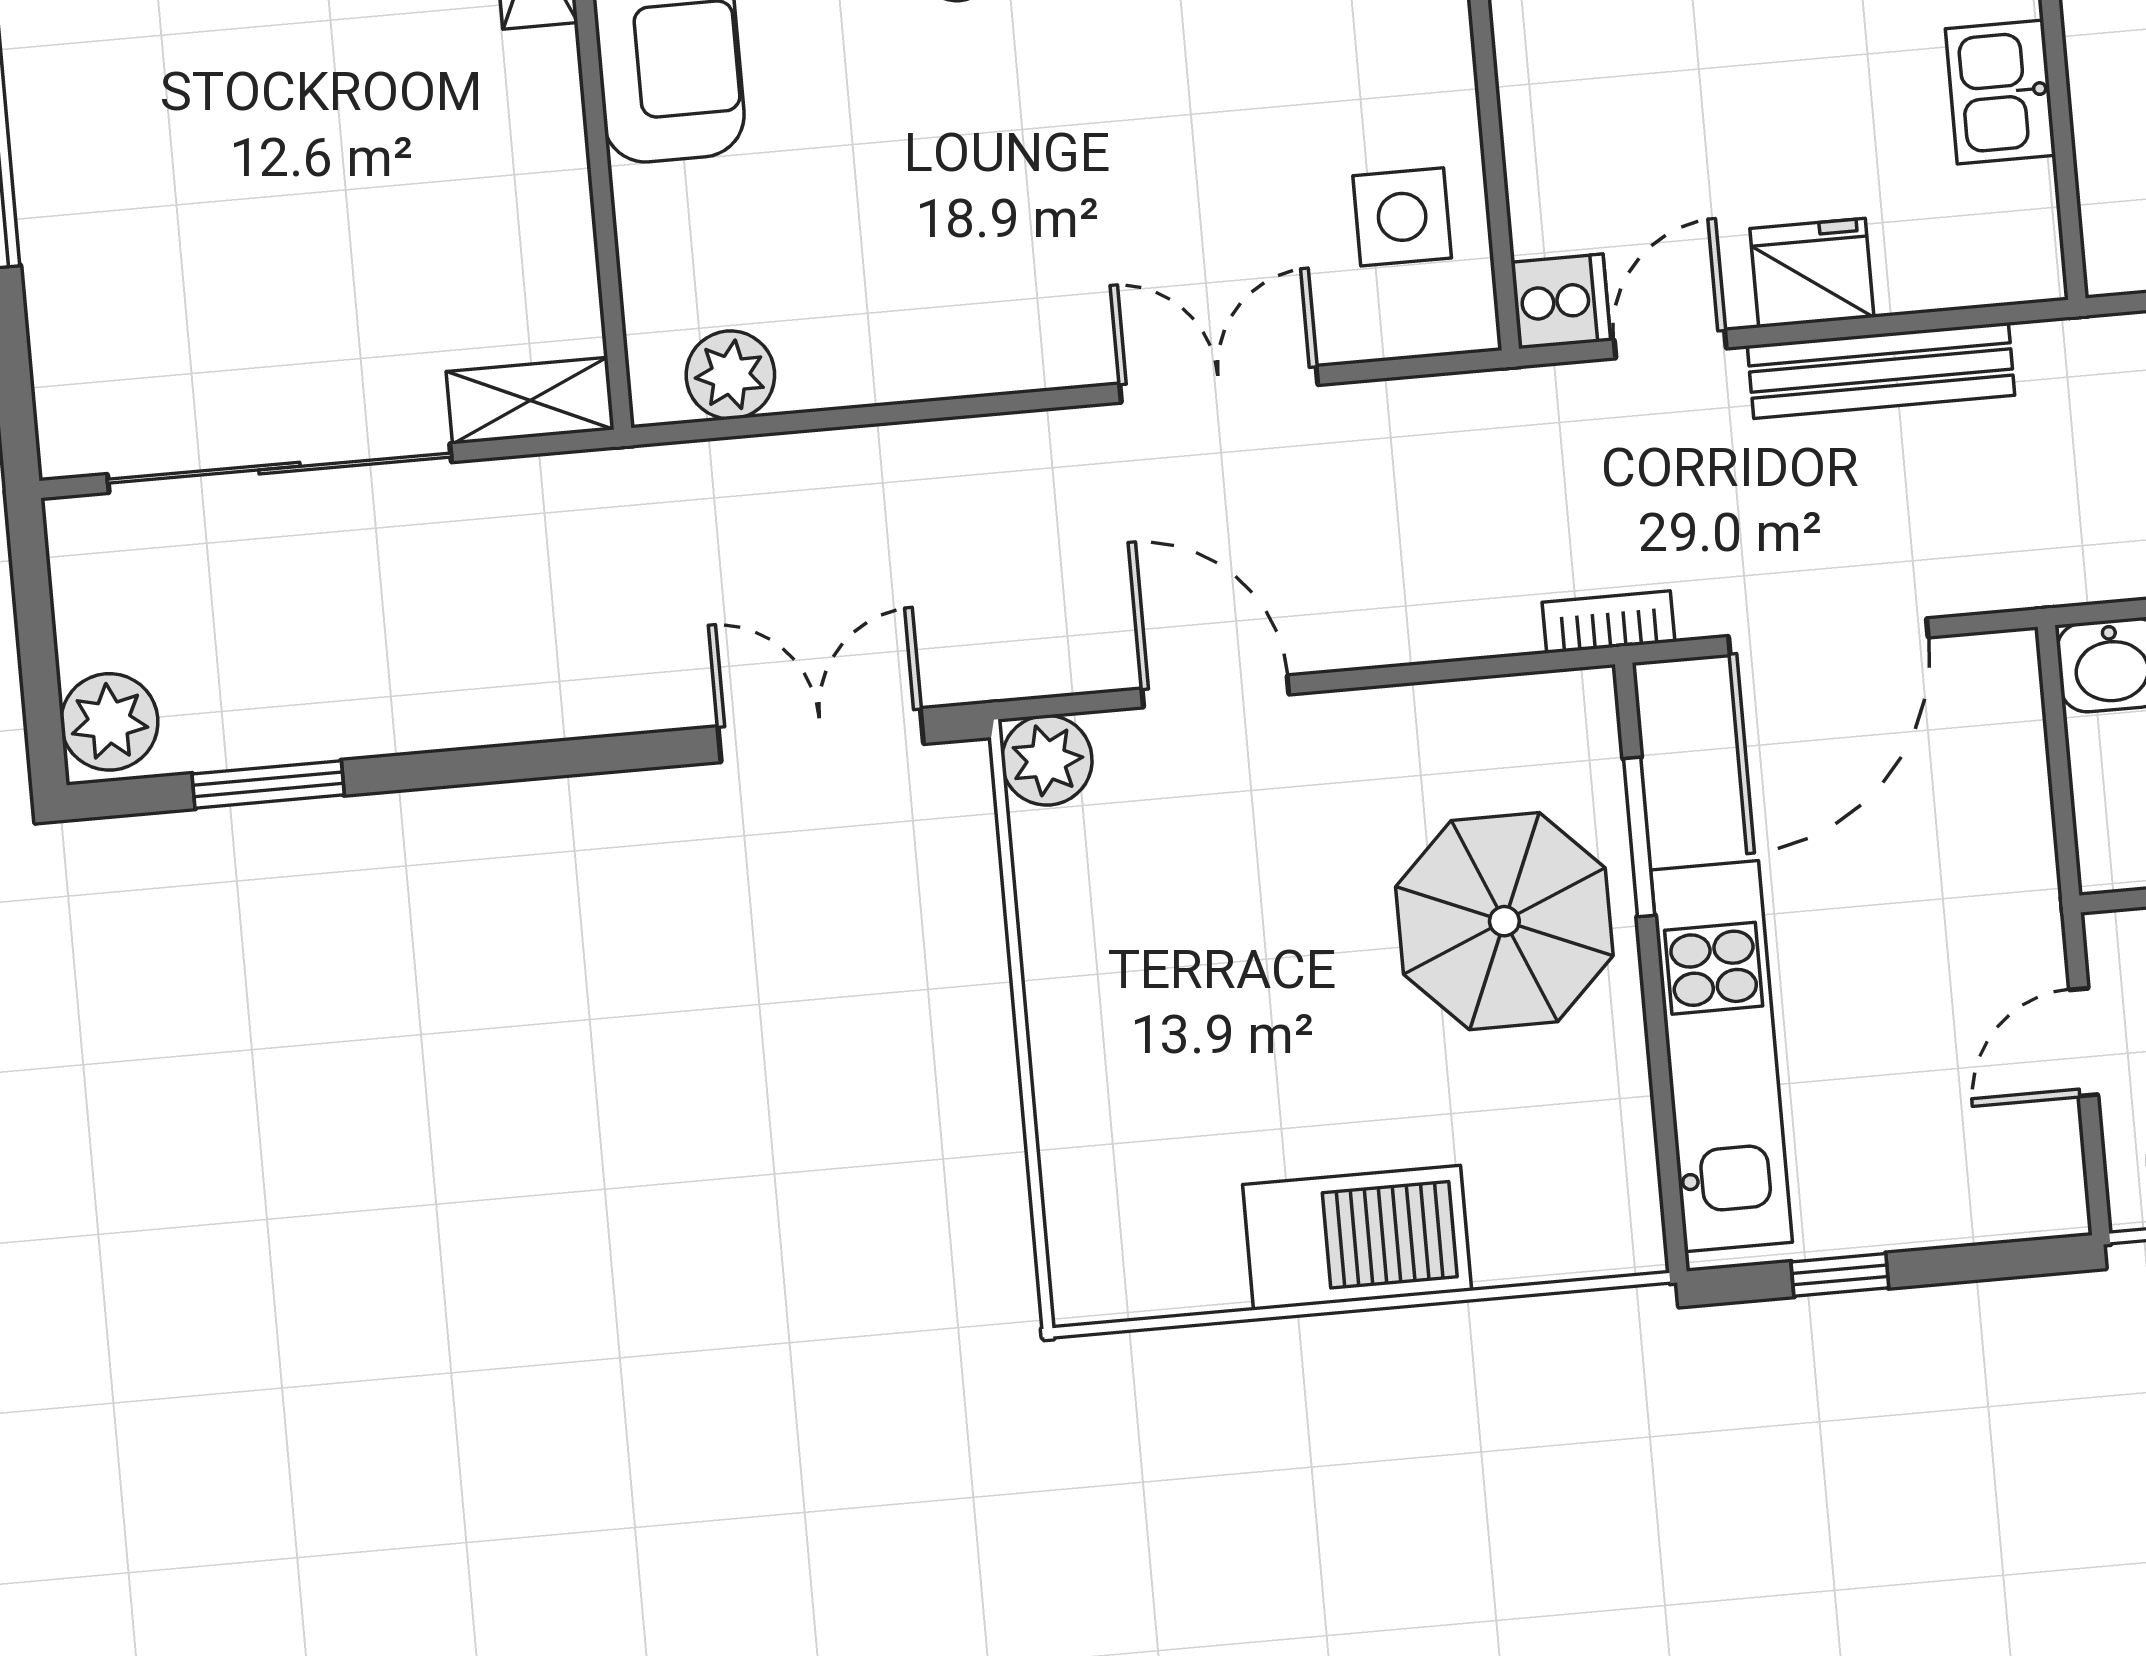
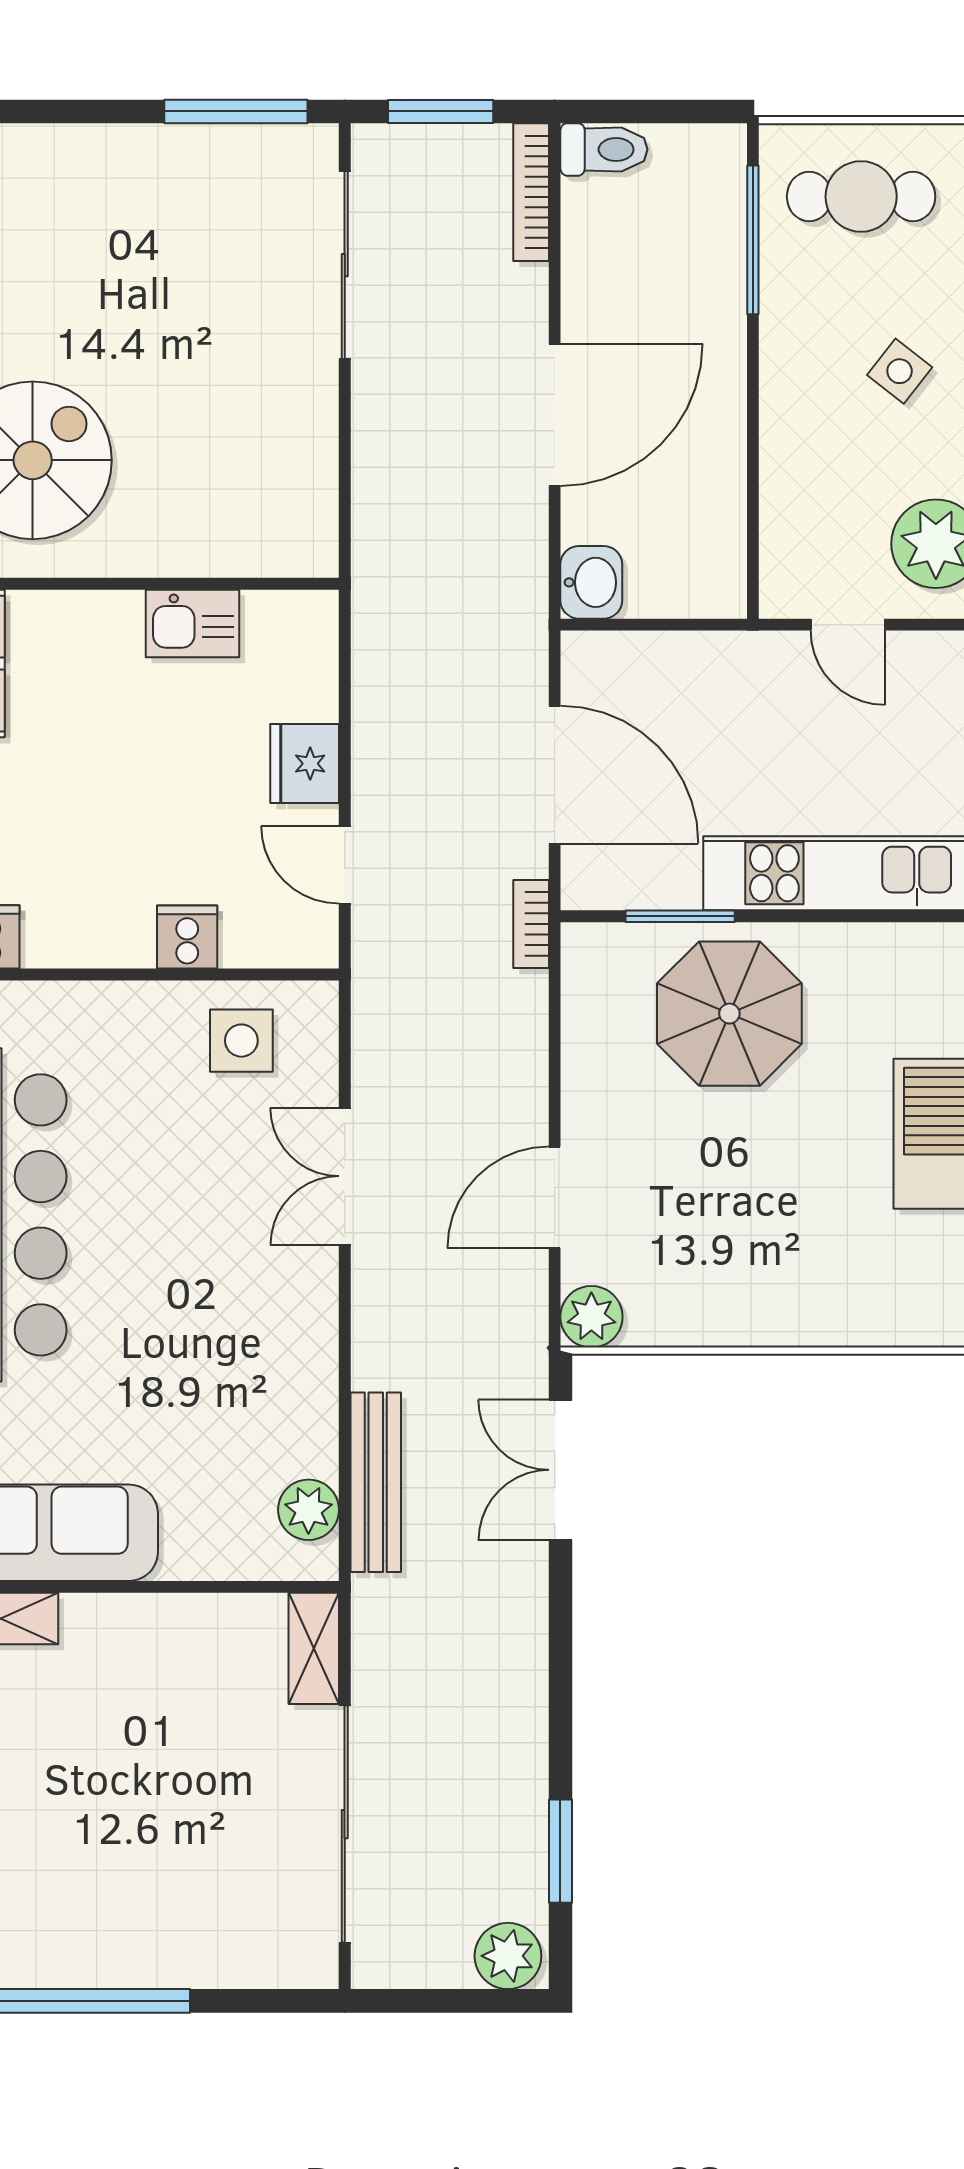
cooker: (1561, 301) -> (187, 937), moved
bench: (1881, 371) -> (376, 1482), moved

